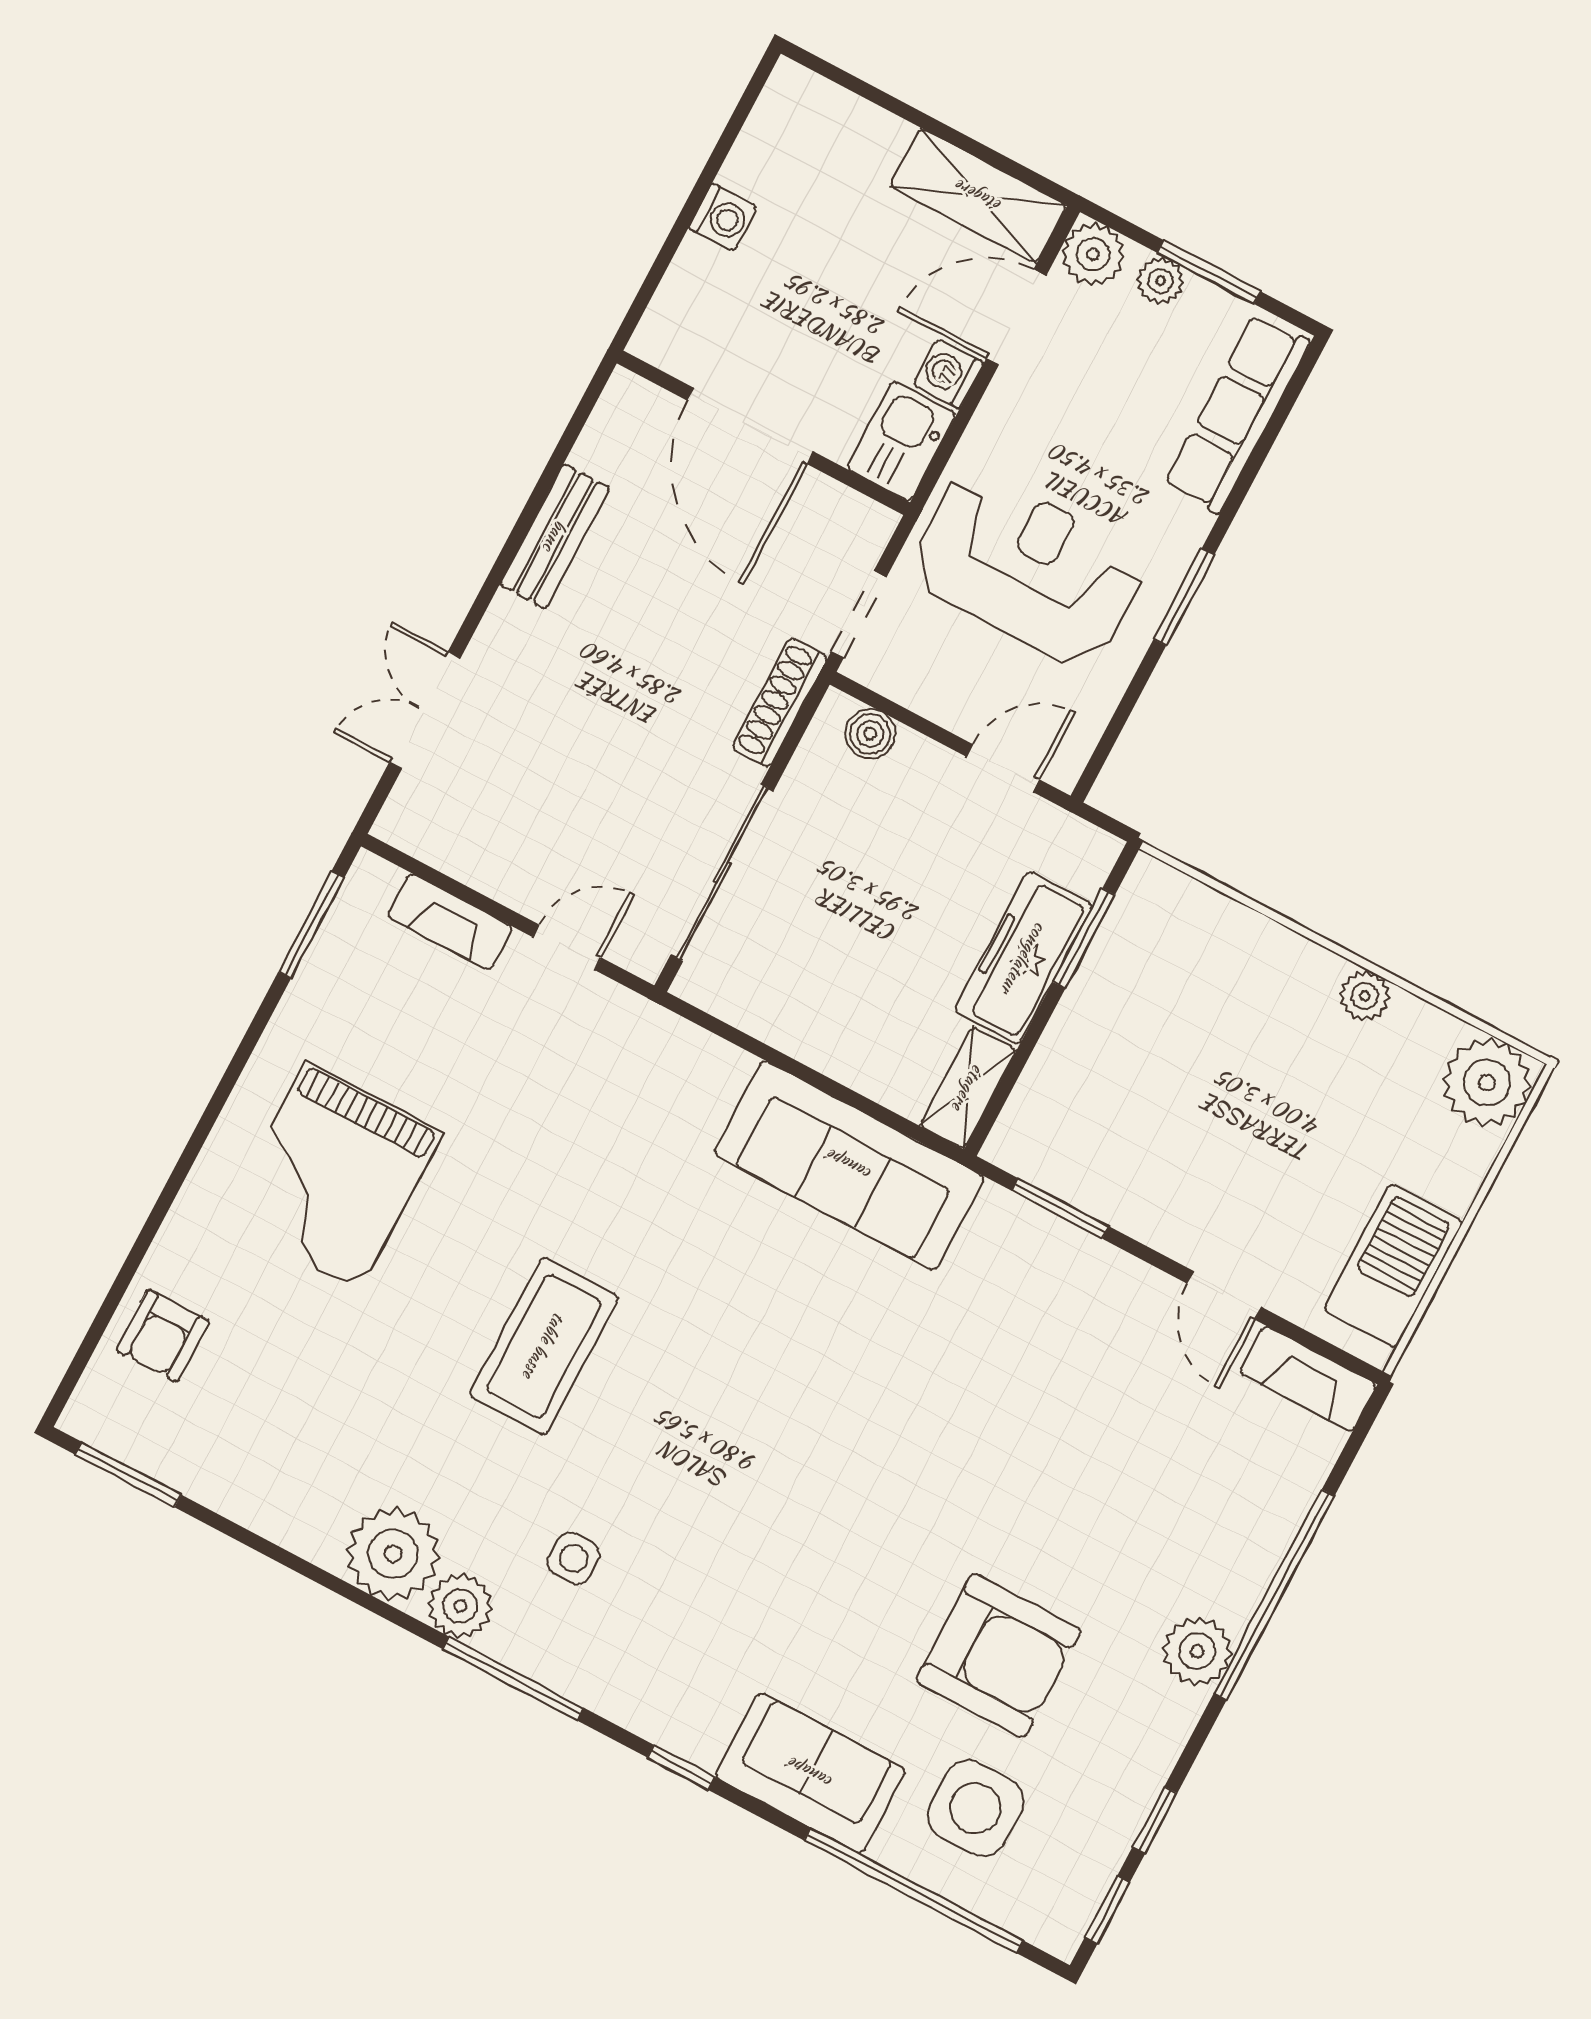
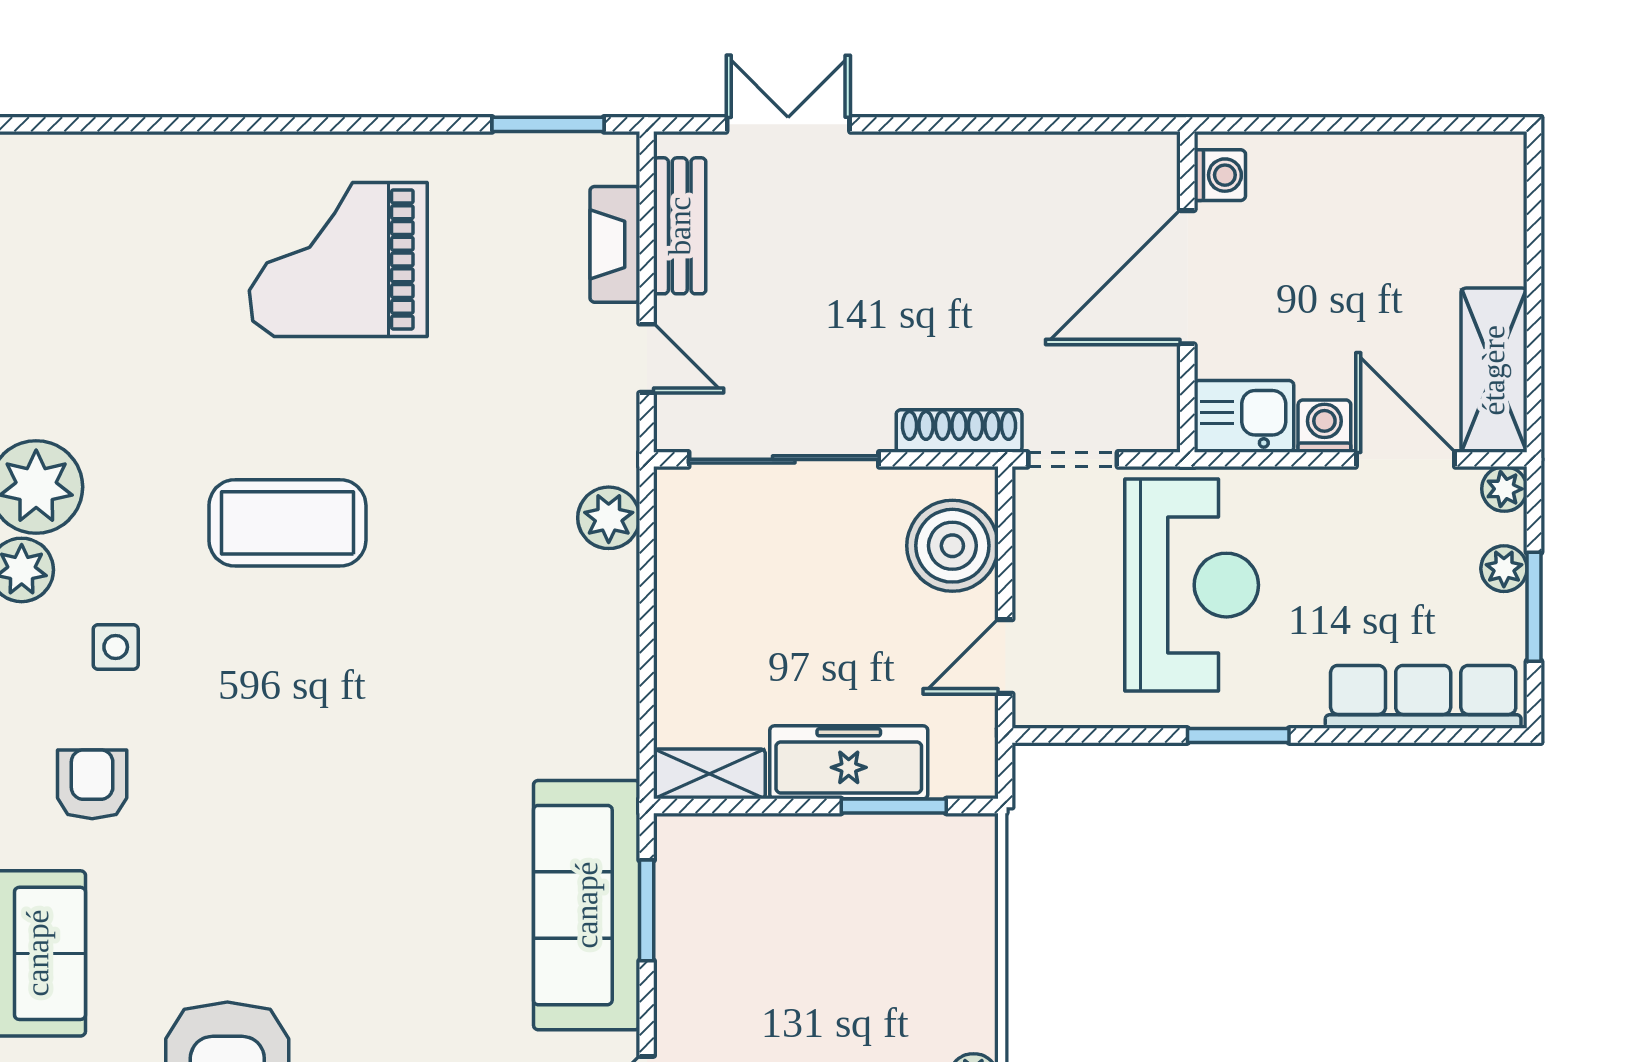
washing machine: (723, 218) -> (1220, 175), moved, turned -90
plant: (1093, 254) -> (1504, 489), width x0.73, depth x0.73
bench: (555, 536) -> (680, 226), moved, turned 90
boiler: (870, 734) -> (952, 546), width x1.86, depth x1.86
door: (1003, 768) -> (1005, 656), swing flipped
plant: (692, 1057) -> (609, 518), added
sofa: (849, 1165) -> (587, 905), moved
armchair: (163, 1336) -> (92, 784), moved, turned 90

